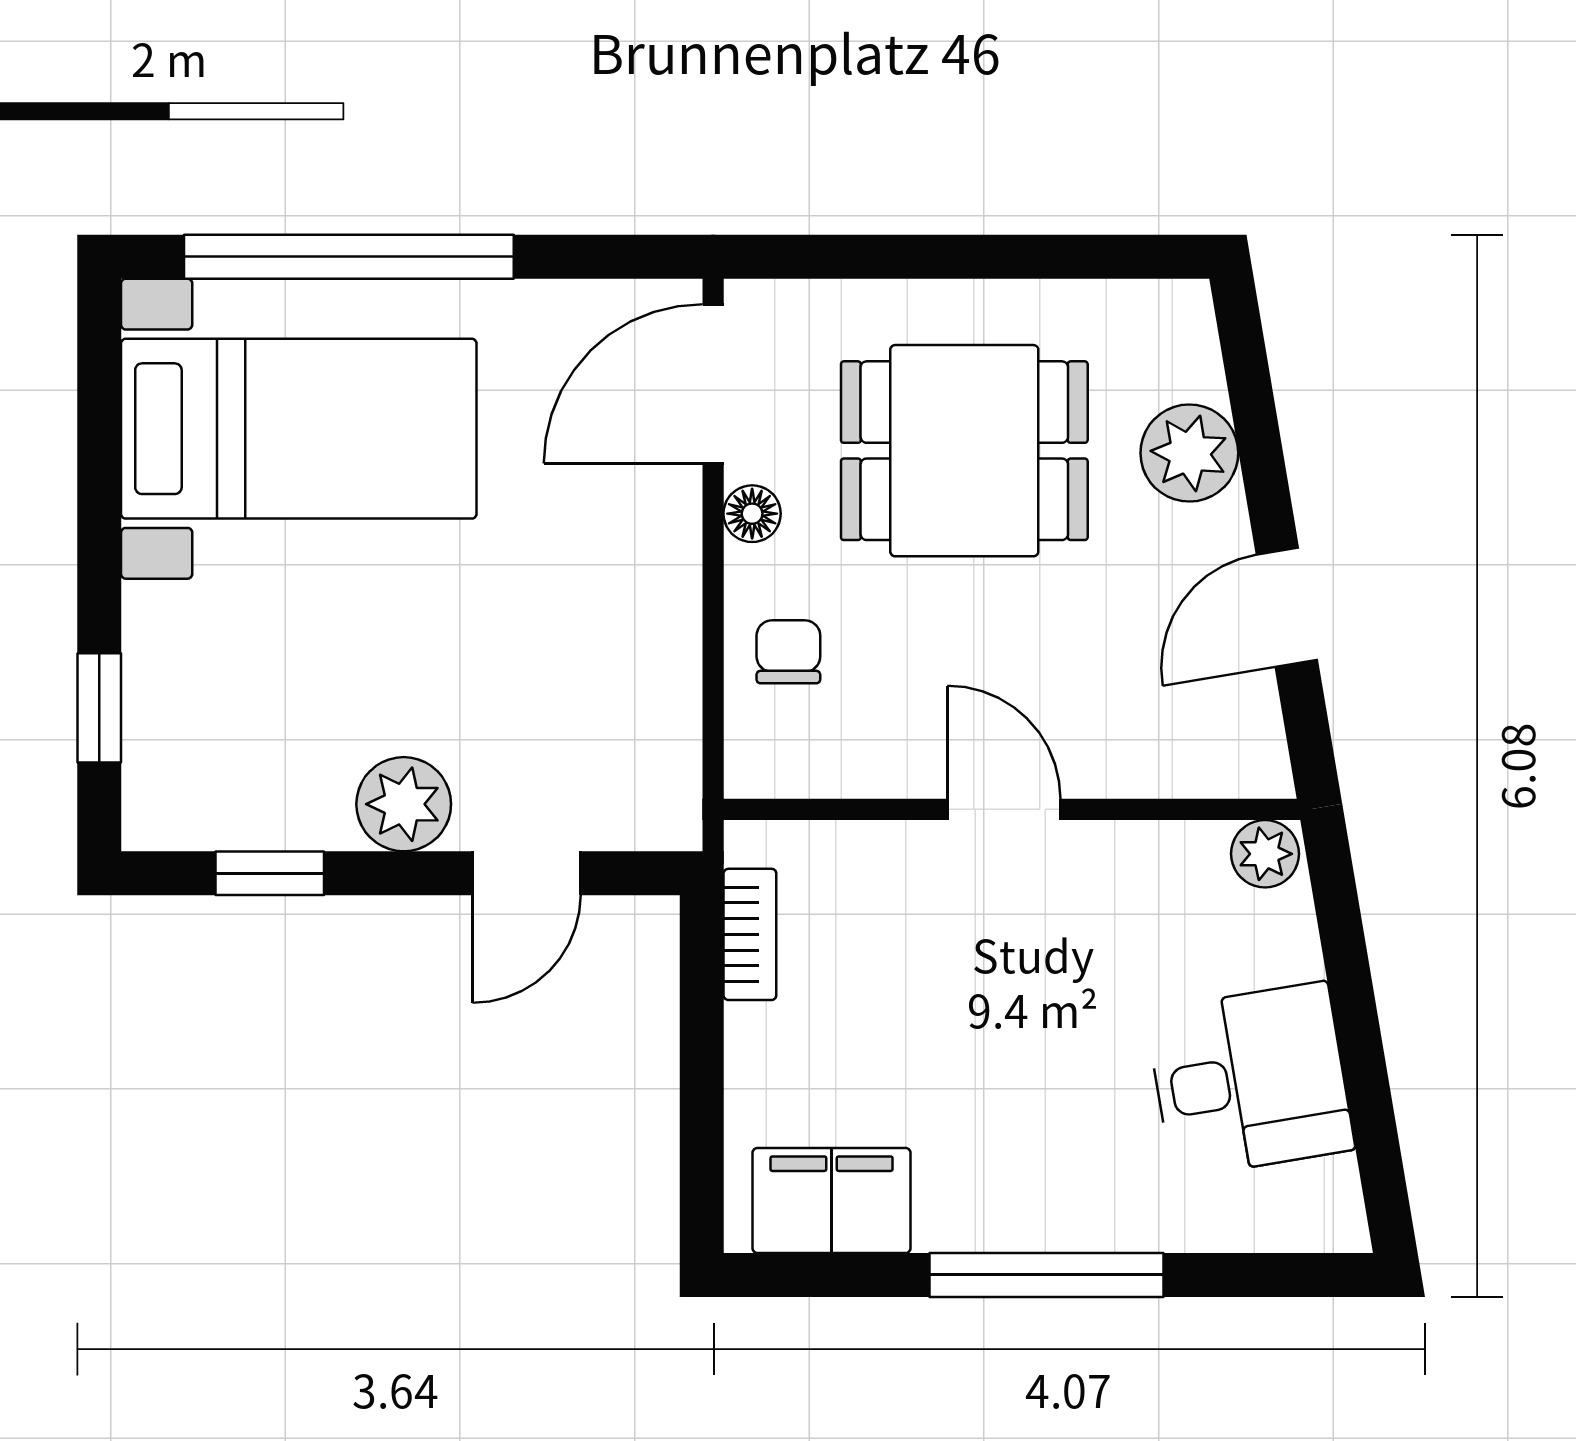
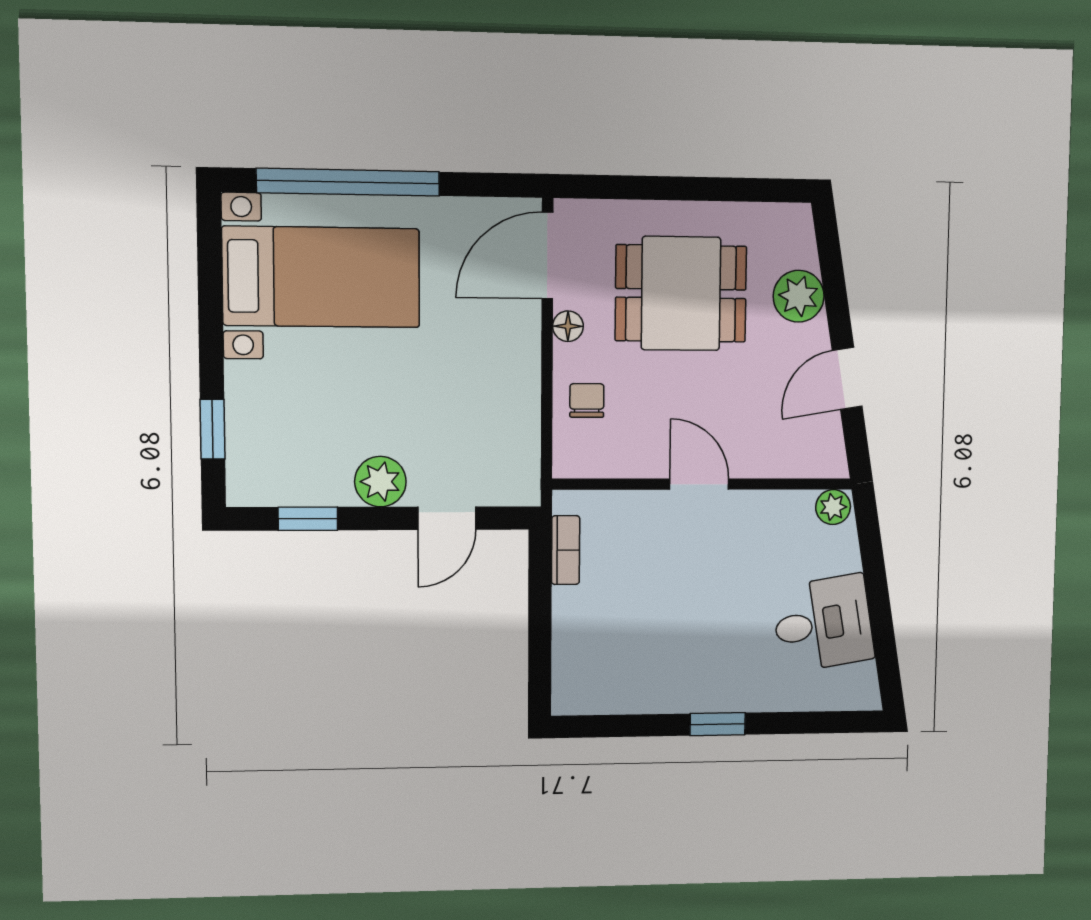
filing cabinet: (832, 1200) -> (607, 688), removed
window: (1047, 1275) -> (718, 724), width x0.46

